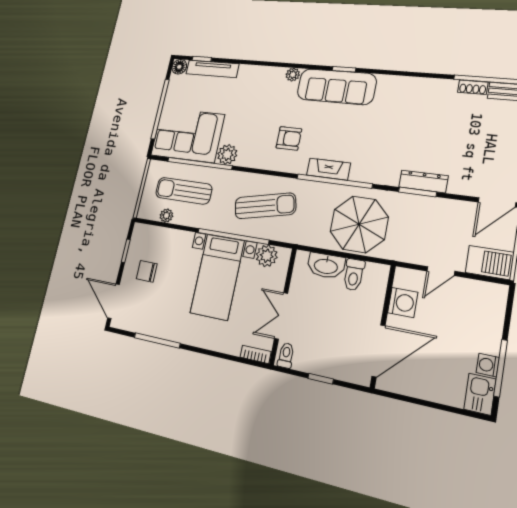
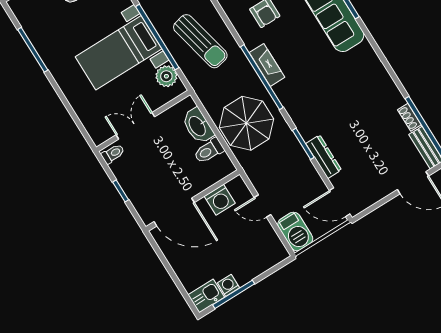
dresser: (423, 181) -> (324, 157), moved
bookcase: (255, 354) -> (93, 132), removed

